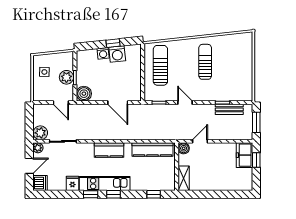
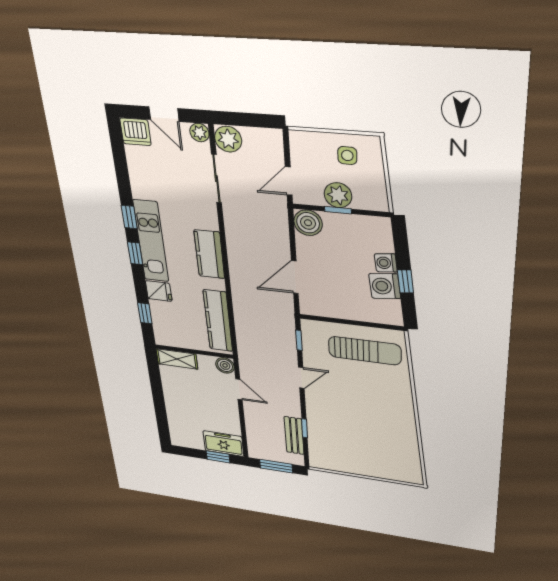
sun lounger: (205, 62) -> (372, 415), removed
fridge: (72, 183) -> (159, 291), moved

